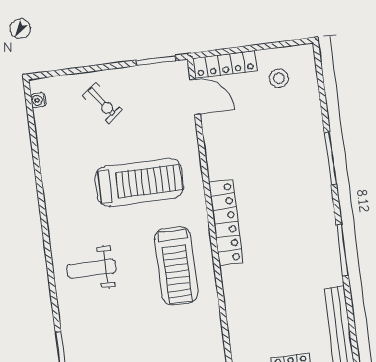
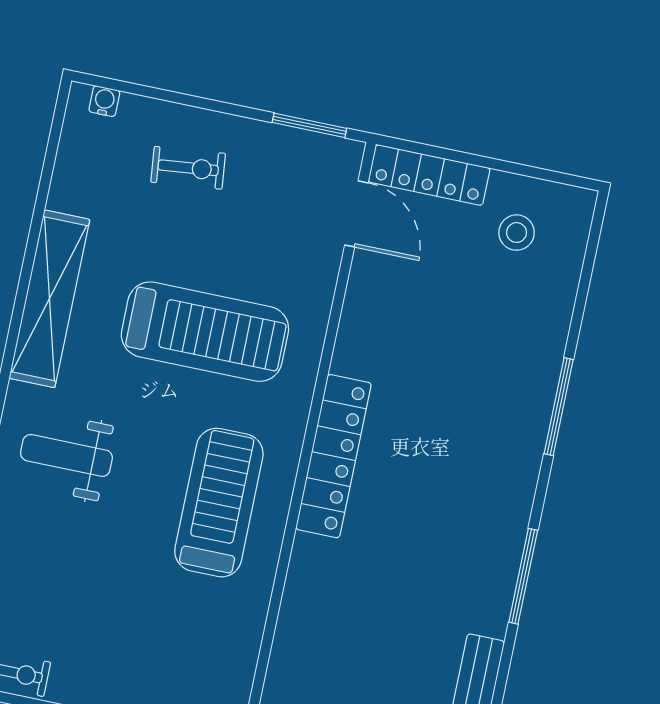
water cooler: (38, 100) -> (104, 101), moved, turned 90
exercise bike: (102, 103) -> (188, 168), turned -60
shelving: (55, 193) -> (49, 299), added
treadmill: (176, 266) -> (219, 503), turned 180

